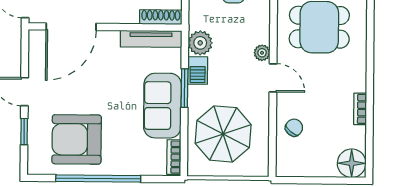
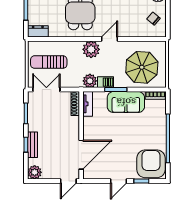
door: (71, 27) -> (81, 155), hinge flipped
tv unit: (151, 39) -> (88, 104), width x0.71
plant: (262, 53) -> (91, 49), width x1.88, depth x1.88
chair: (294, 128) -> (153, 19), moved
armchair: (77, 139) -> (151, 164), moved, turned 180

